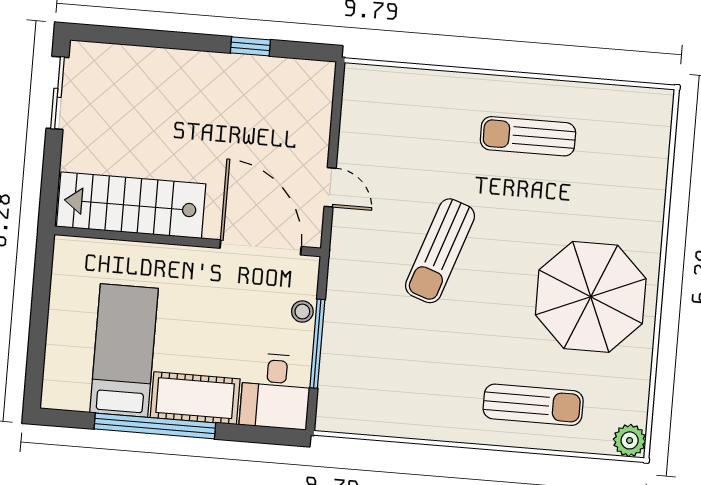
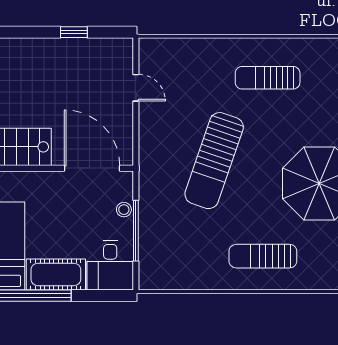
door: (330, 187) -> (136, 88), moved
sun lounger: (440, 251) -> (214, 161), width x1.36, depth x1.34
sun lounger: (533, 405) -> (263, 256), moved, turned 180

